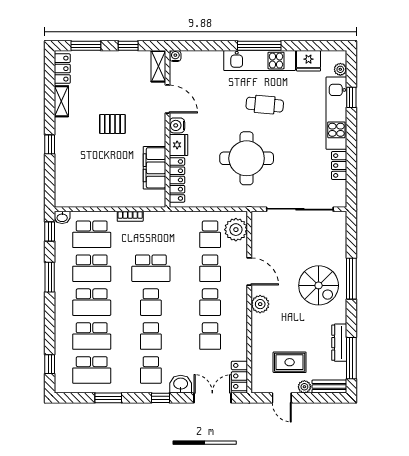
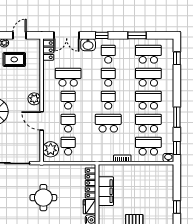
round table: (247, 158) -> (43, 198), width x0.73, depth x0.73
school desk: (210, 336) -> (68, 77), width x1.85
door: (282, 398) -> (19, 35), hinge flipped

